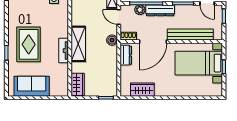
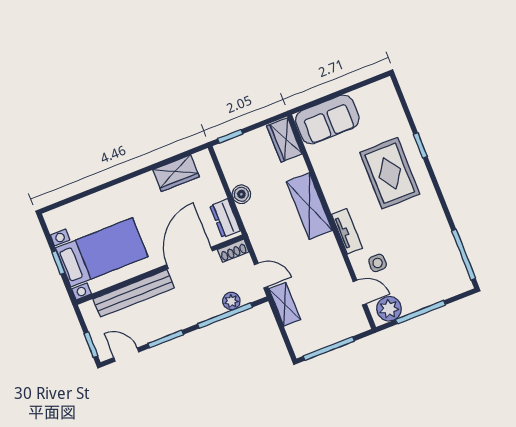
dresser: (160, 10) -> (198, 313), removed
boiler: (112, 40) -> (241, 194), moved
tv unit: (64, 51) -> (347, 231), moved
sofa: (32, 86) -> (327, 119), moved

